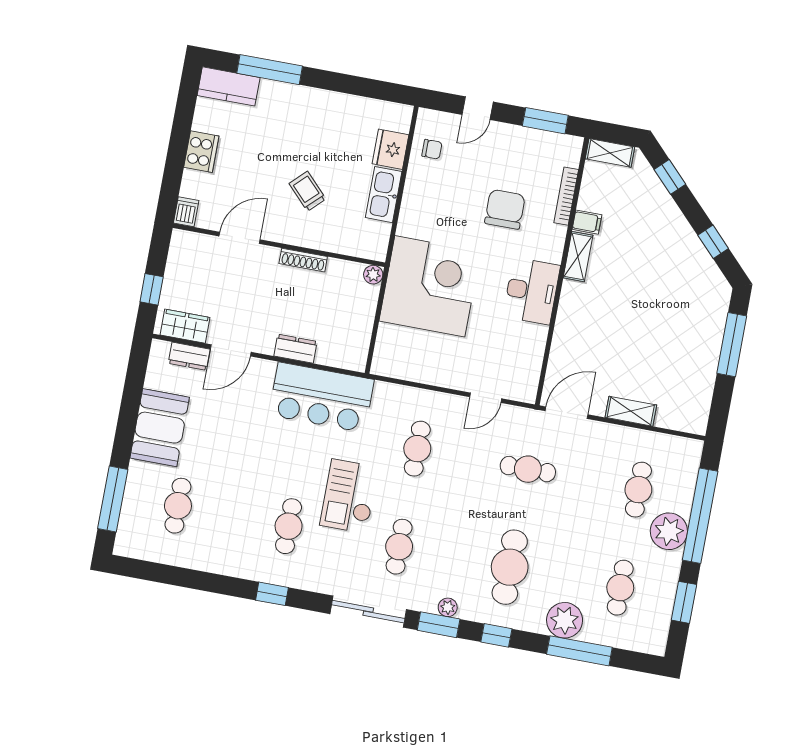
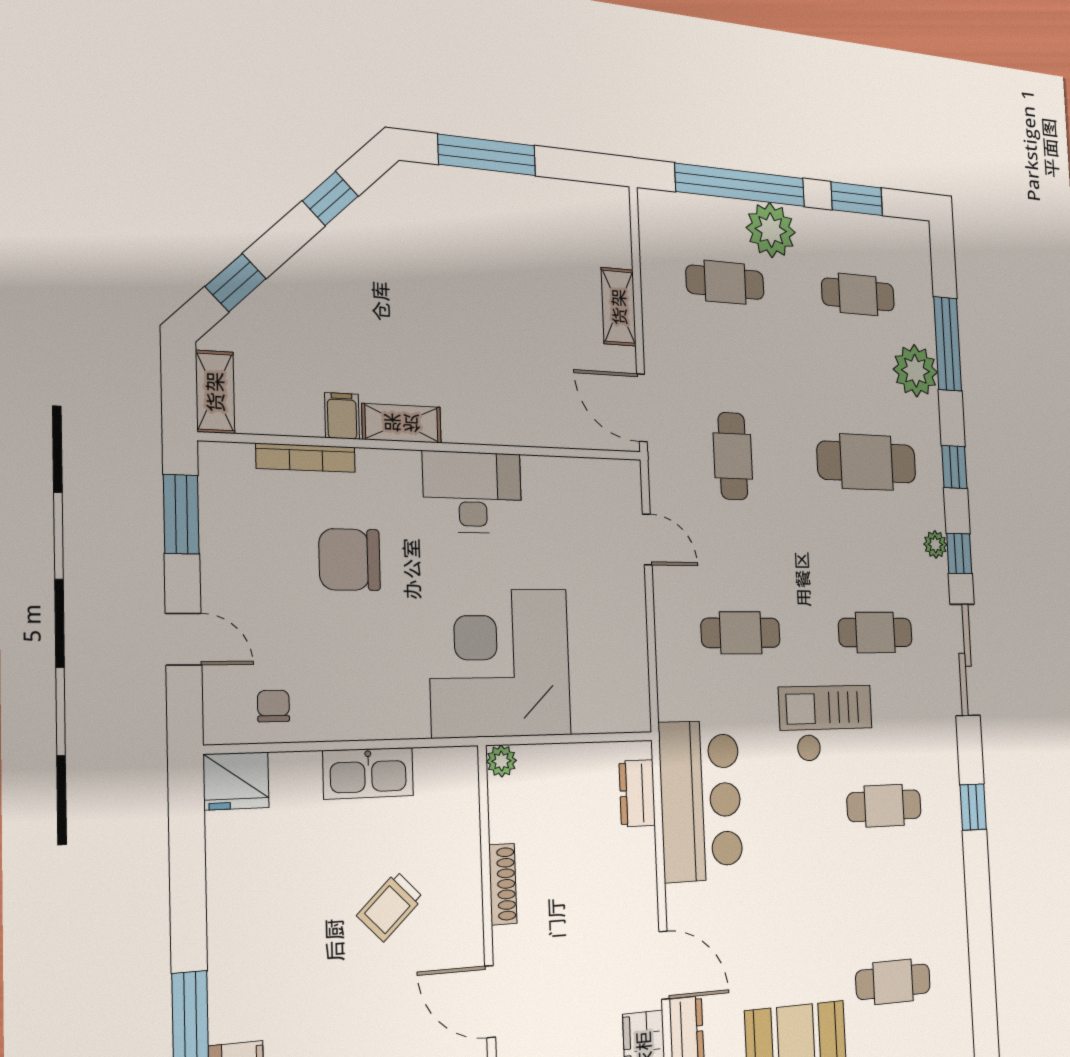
fridge: (391, 149) -> (236, 781), moved
dresser: (295, 349) -> (637, 793), moved
checkout: (349, 496) -> (826, 723), turned 180
window: (439, 625) -> (959, 554), width x0.67

